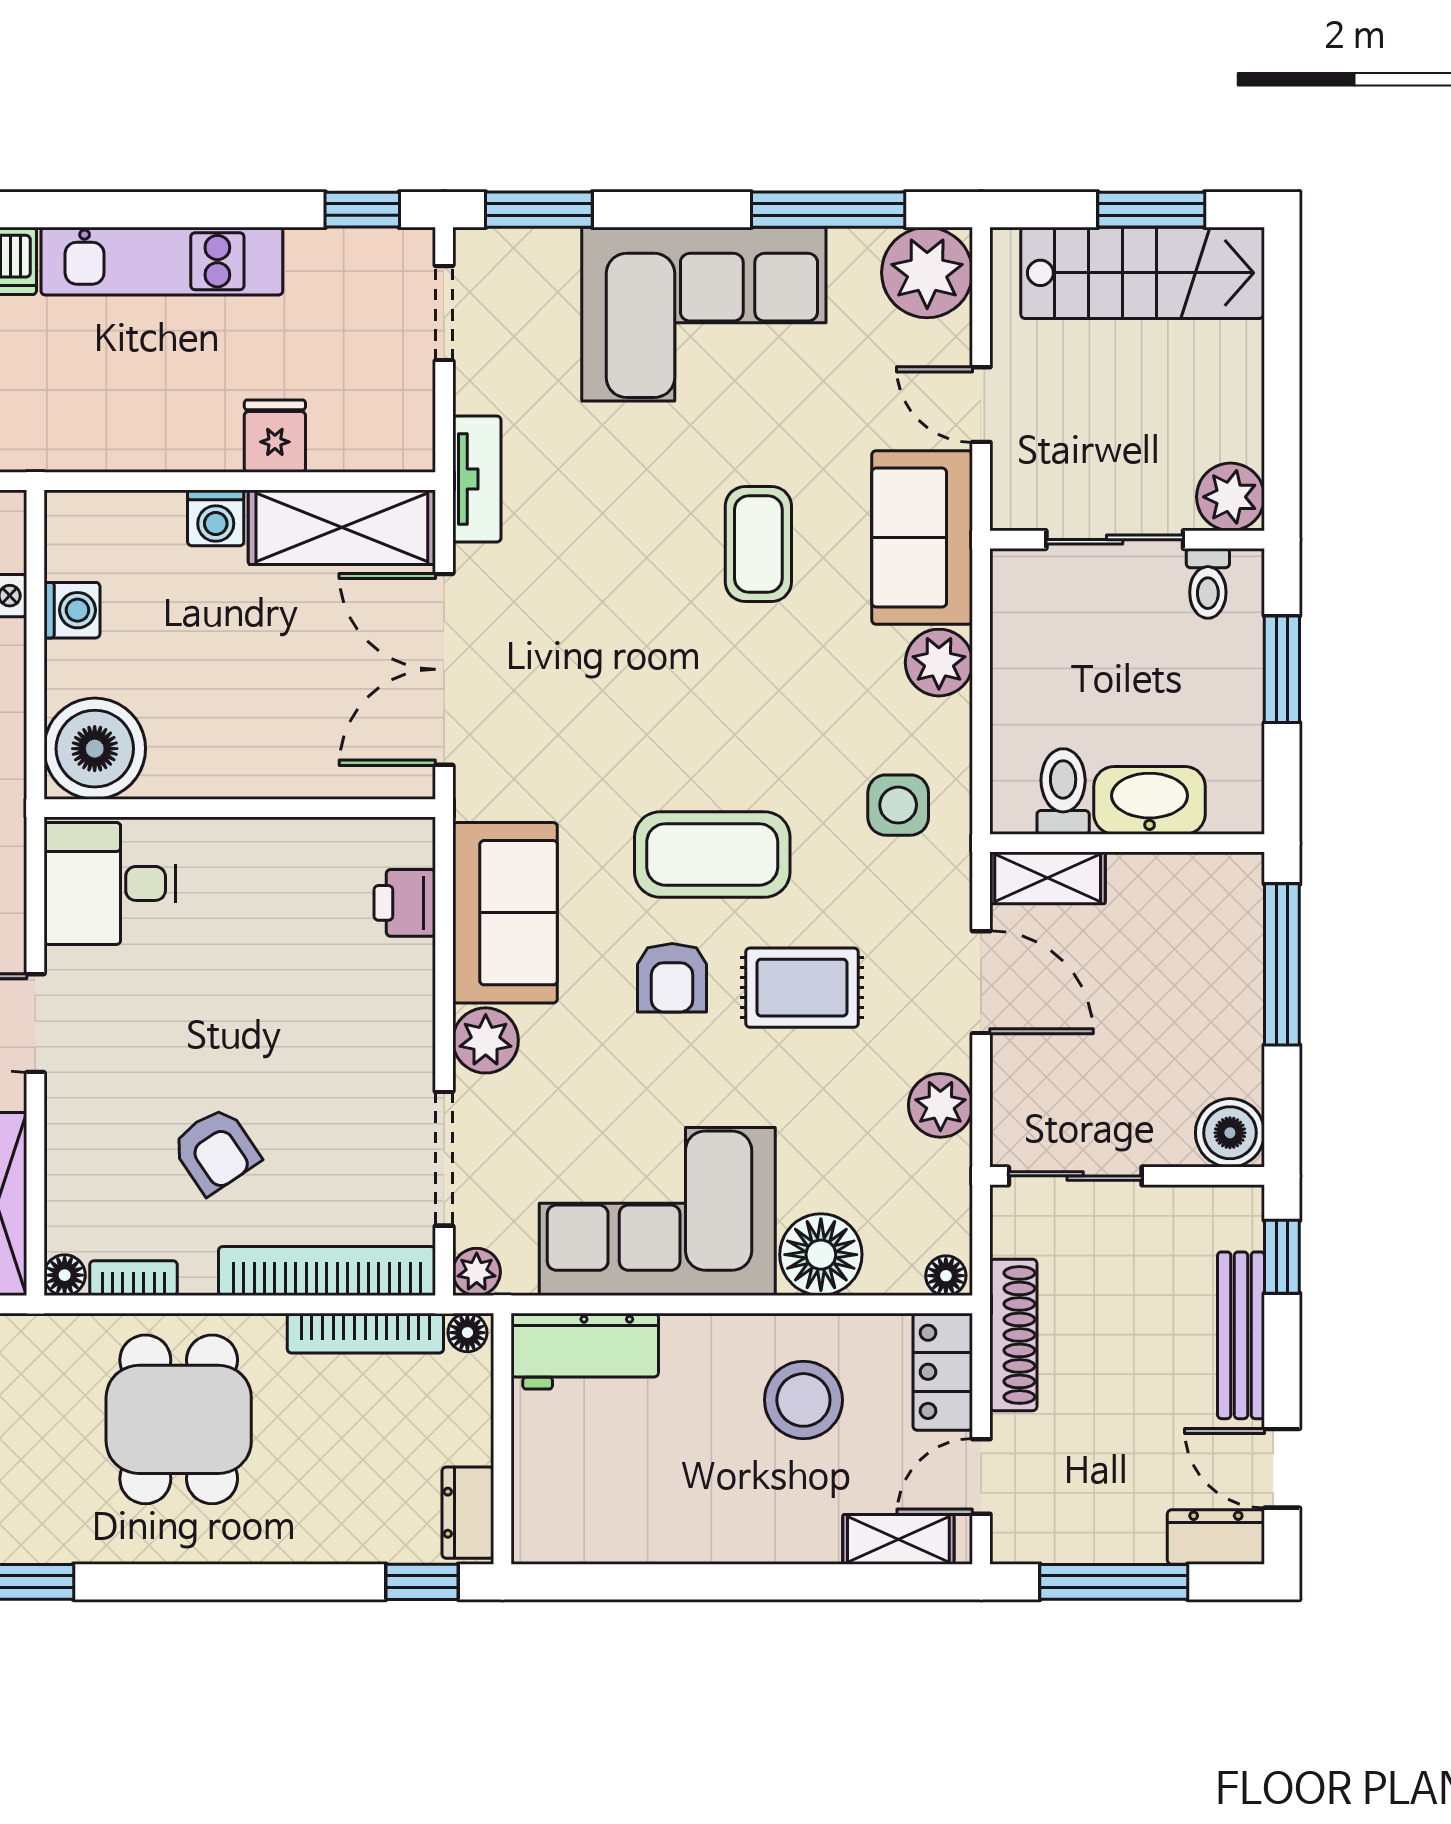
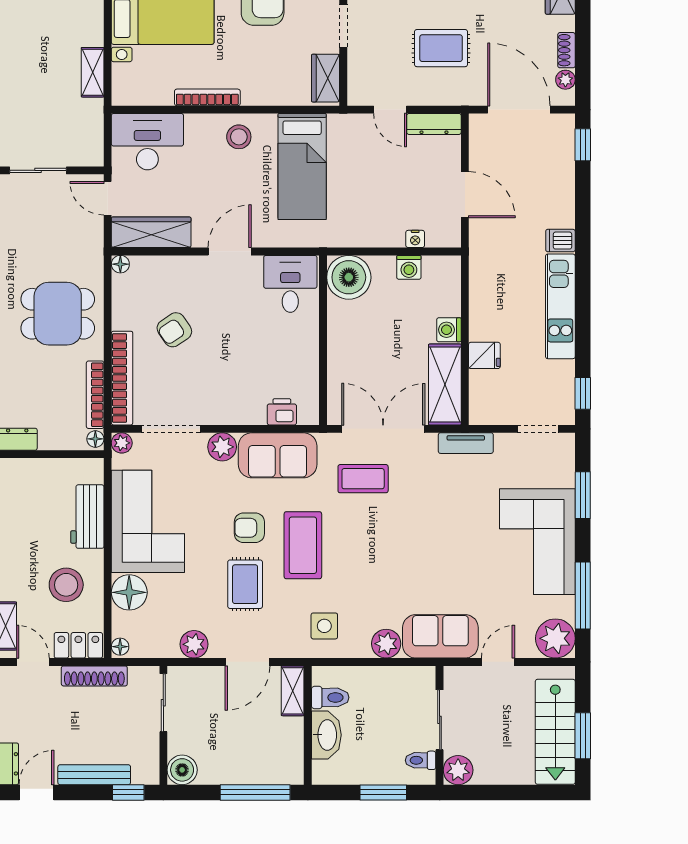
window: (539, 210) -> (583, 495), moved
coffee table: (758, 544) -> (363, 479), moved
bookcase: (133, 1278) -> (119, 294), removed
workbench: (585, 1351) -> (87, 517), moved

